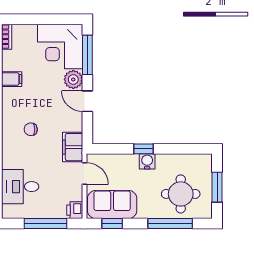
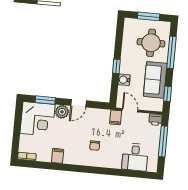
window: (87, 55) -> (45, 100), width x0.69
filing cabinet: (73, 147) -> (116, 117), width x0.50
water cooler: (147, 161) -> (124, 80), moved
door: (84, 174) -> (130, 110), hinge flipped
sofa: (112, 204) -> (155, 80), moved

